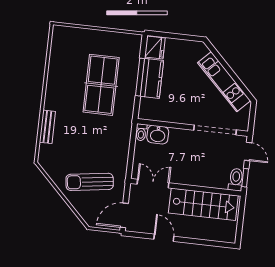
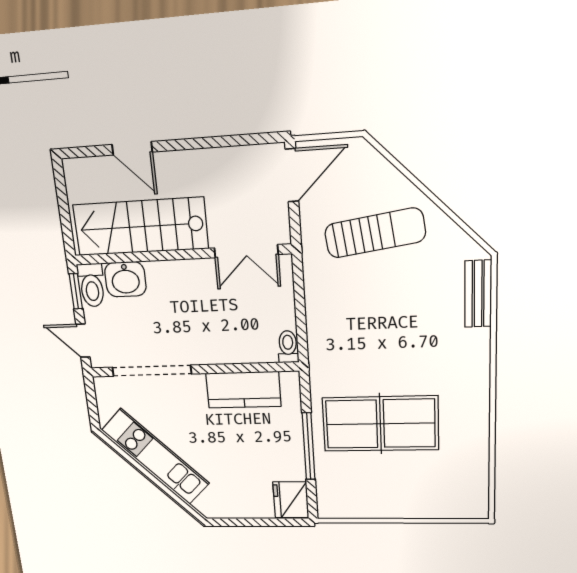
kitchen counter: (152, 78) -> (243, 390), moved, turned -90
table tennis table: (101, 85) -> (380, 424), turned 90
bench: (47, 127) -> (478, 294), moved
washbasin: (158, 135) -> (125, 279), moved, turned 180
door: (164, 238) -> (132, 148), moved

